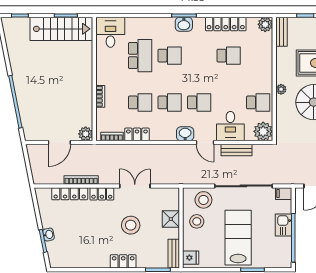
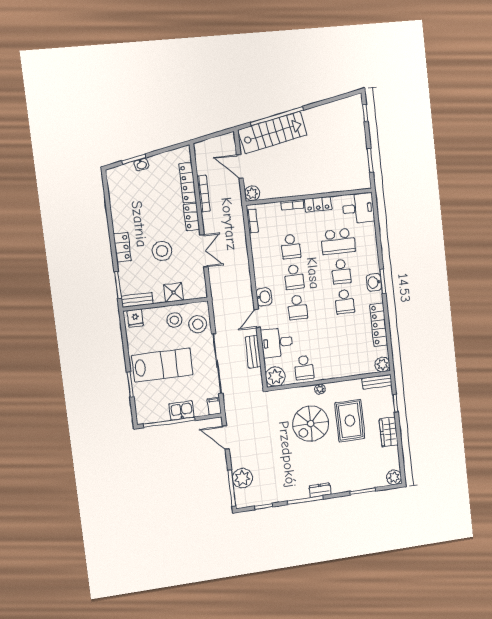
stairs: (61, 29) -> (273, 132), moved, turned -101
school desk: (229, 56) -> (345, 302), moved
locker: (137, 134) -> (318, 204), moved, turned 90

